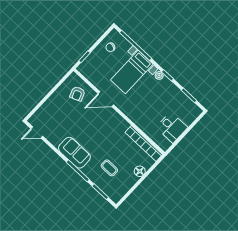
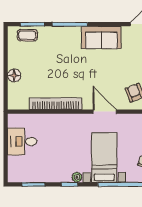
door: (106, 99) -> (105, 112), hinge flipped
bookcase: (144, 144) -> (56, 104), moved
sofa: (74, 153) -> (101, 38), moved
coffee table: (109, 168) -> (27, 35), moved

